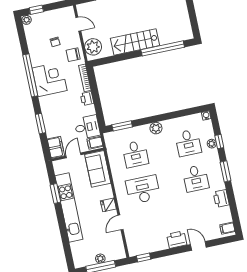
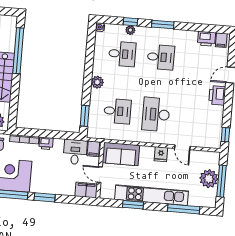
window: (40, 124) -> (45, 197), moved
printer: (221, 198) -> (206, 39), moved
window: (65, 240) -> (184, 209), added
plant: (100, 259) -> (209, 179), width x1.87, depth x1.87

